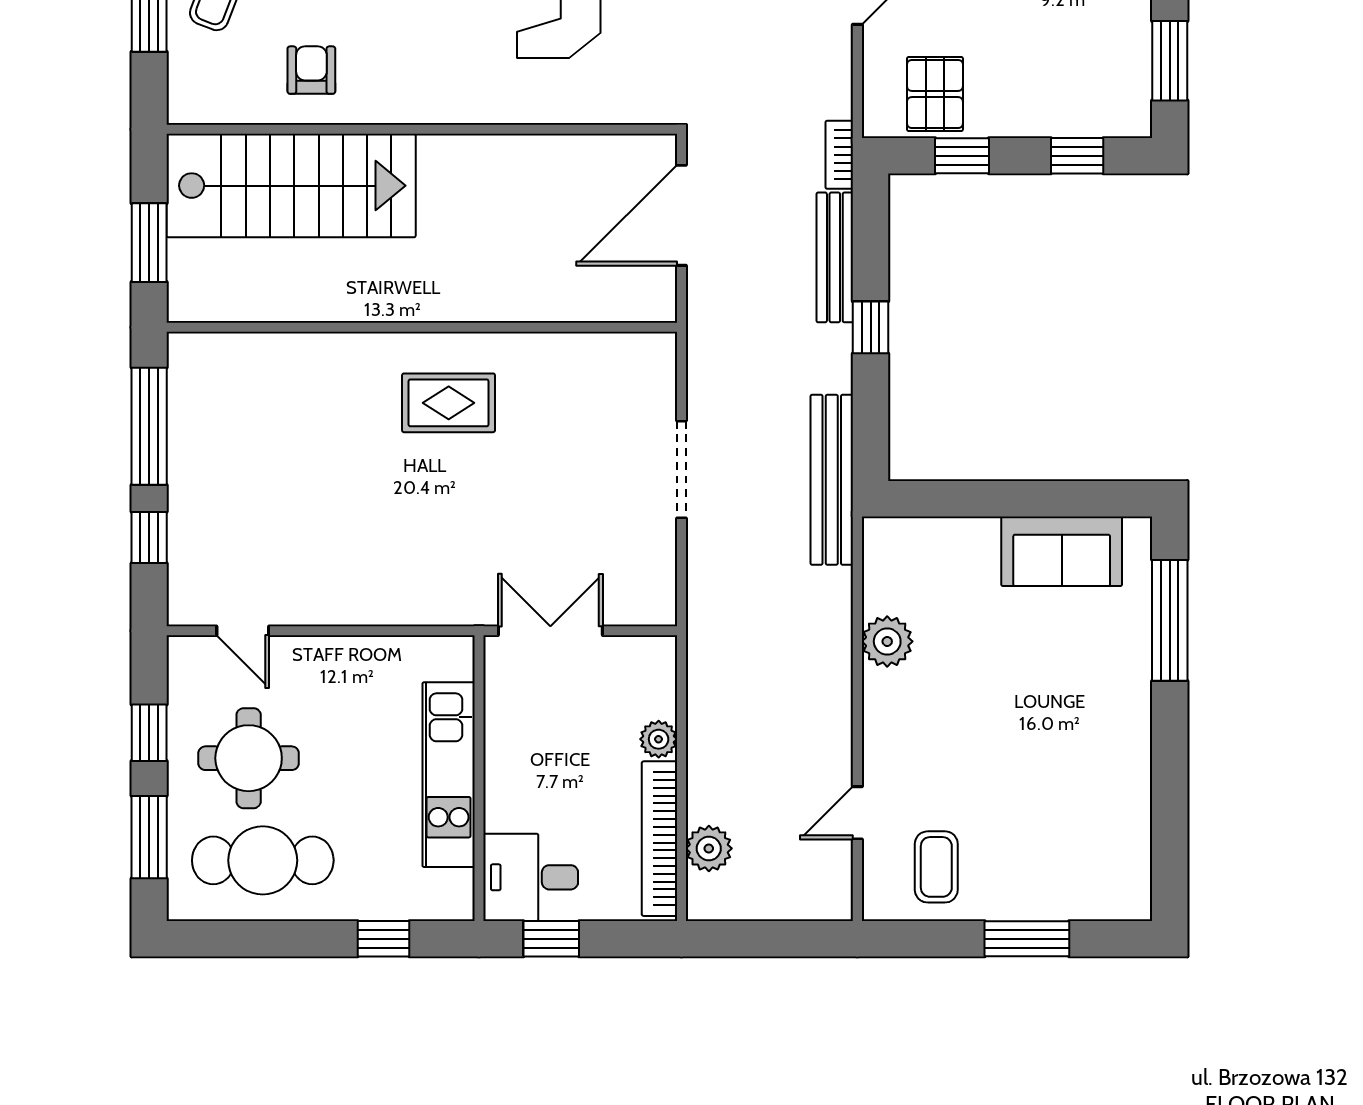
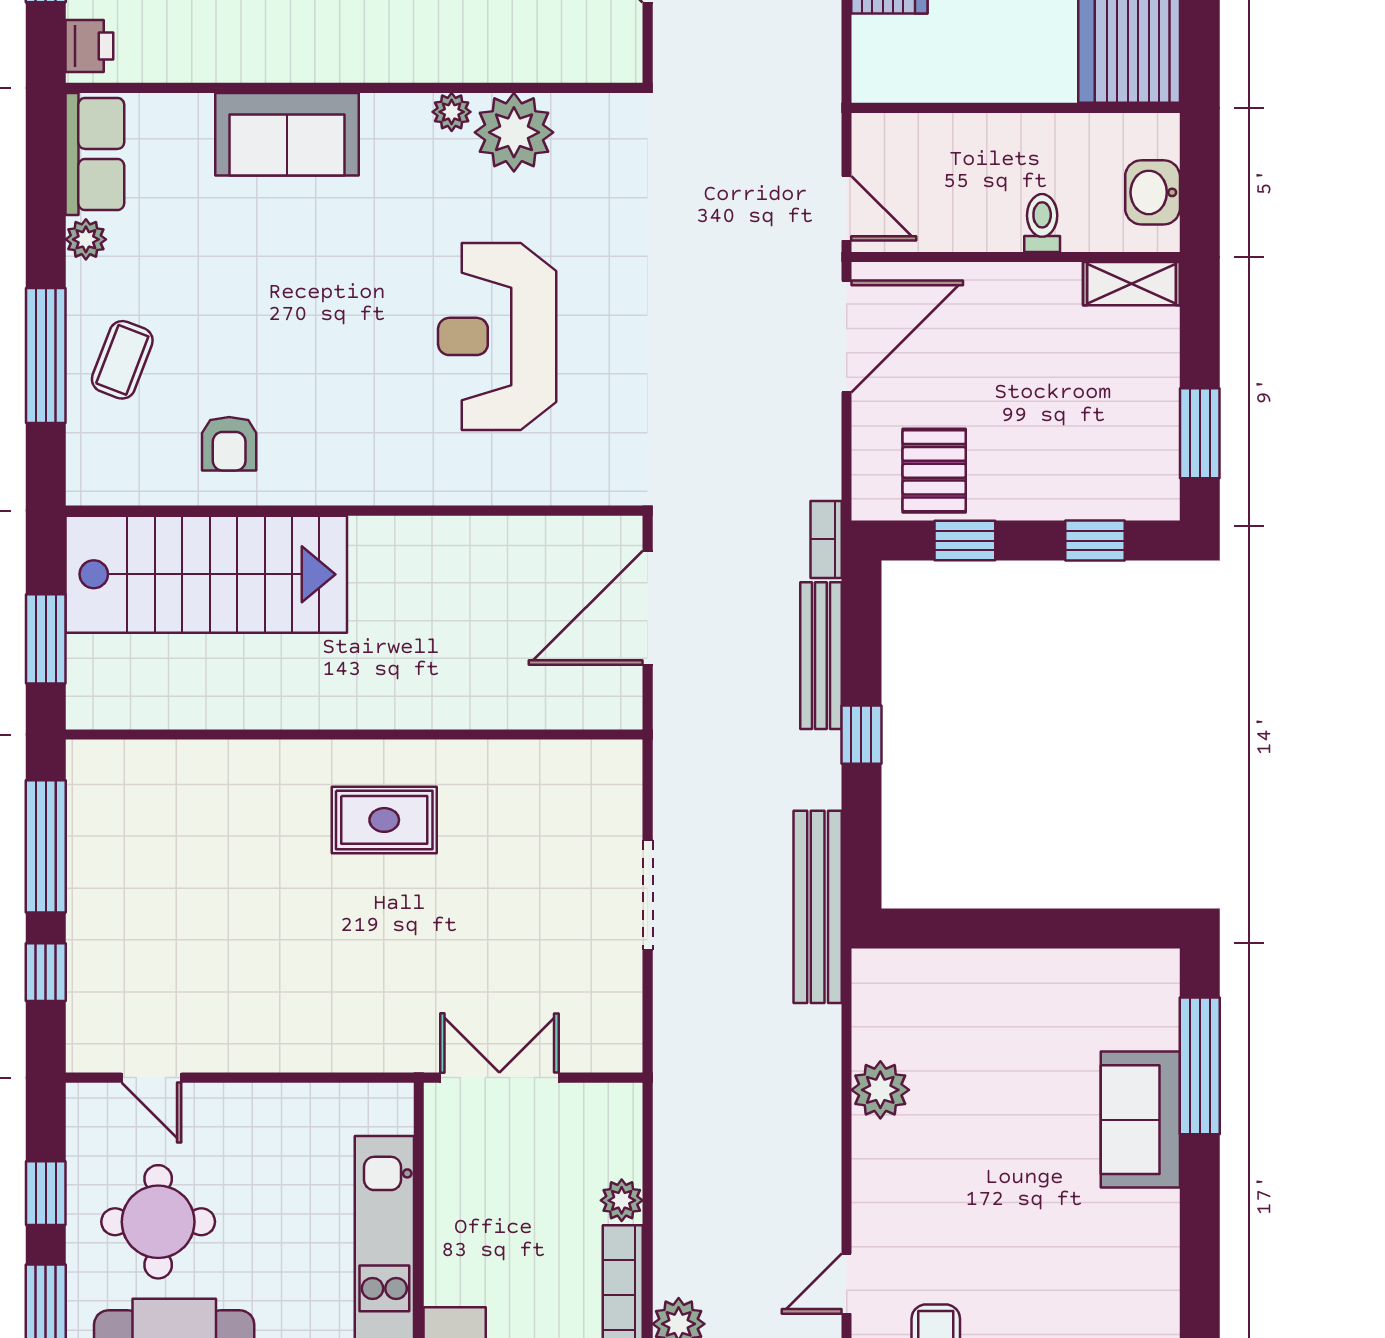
armchair: (311, 70) -> (229, 444), turned 180
sofa: (1062, 551) -> (1140, 1120), moved, turned 90

